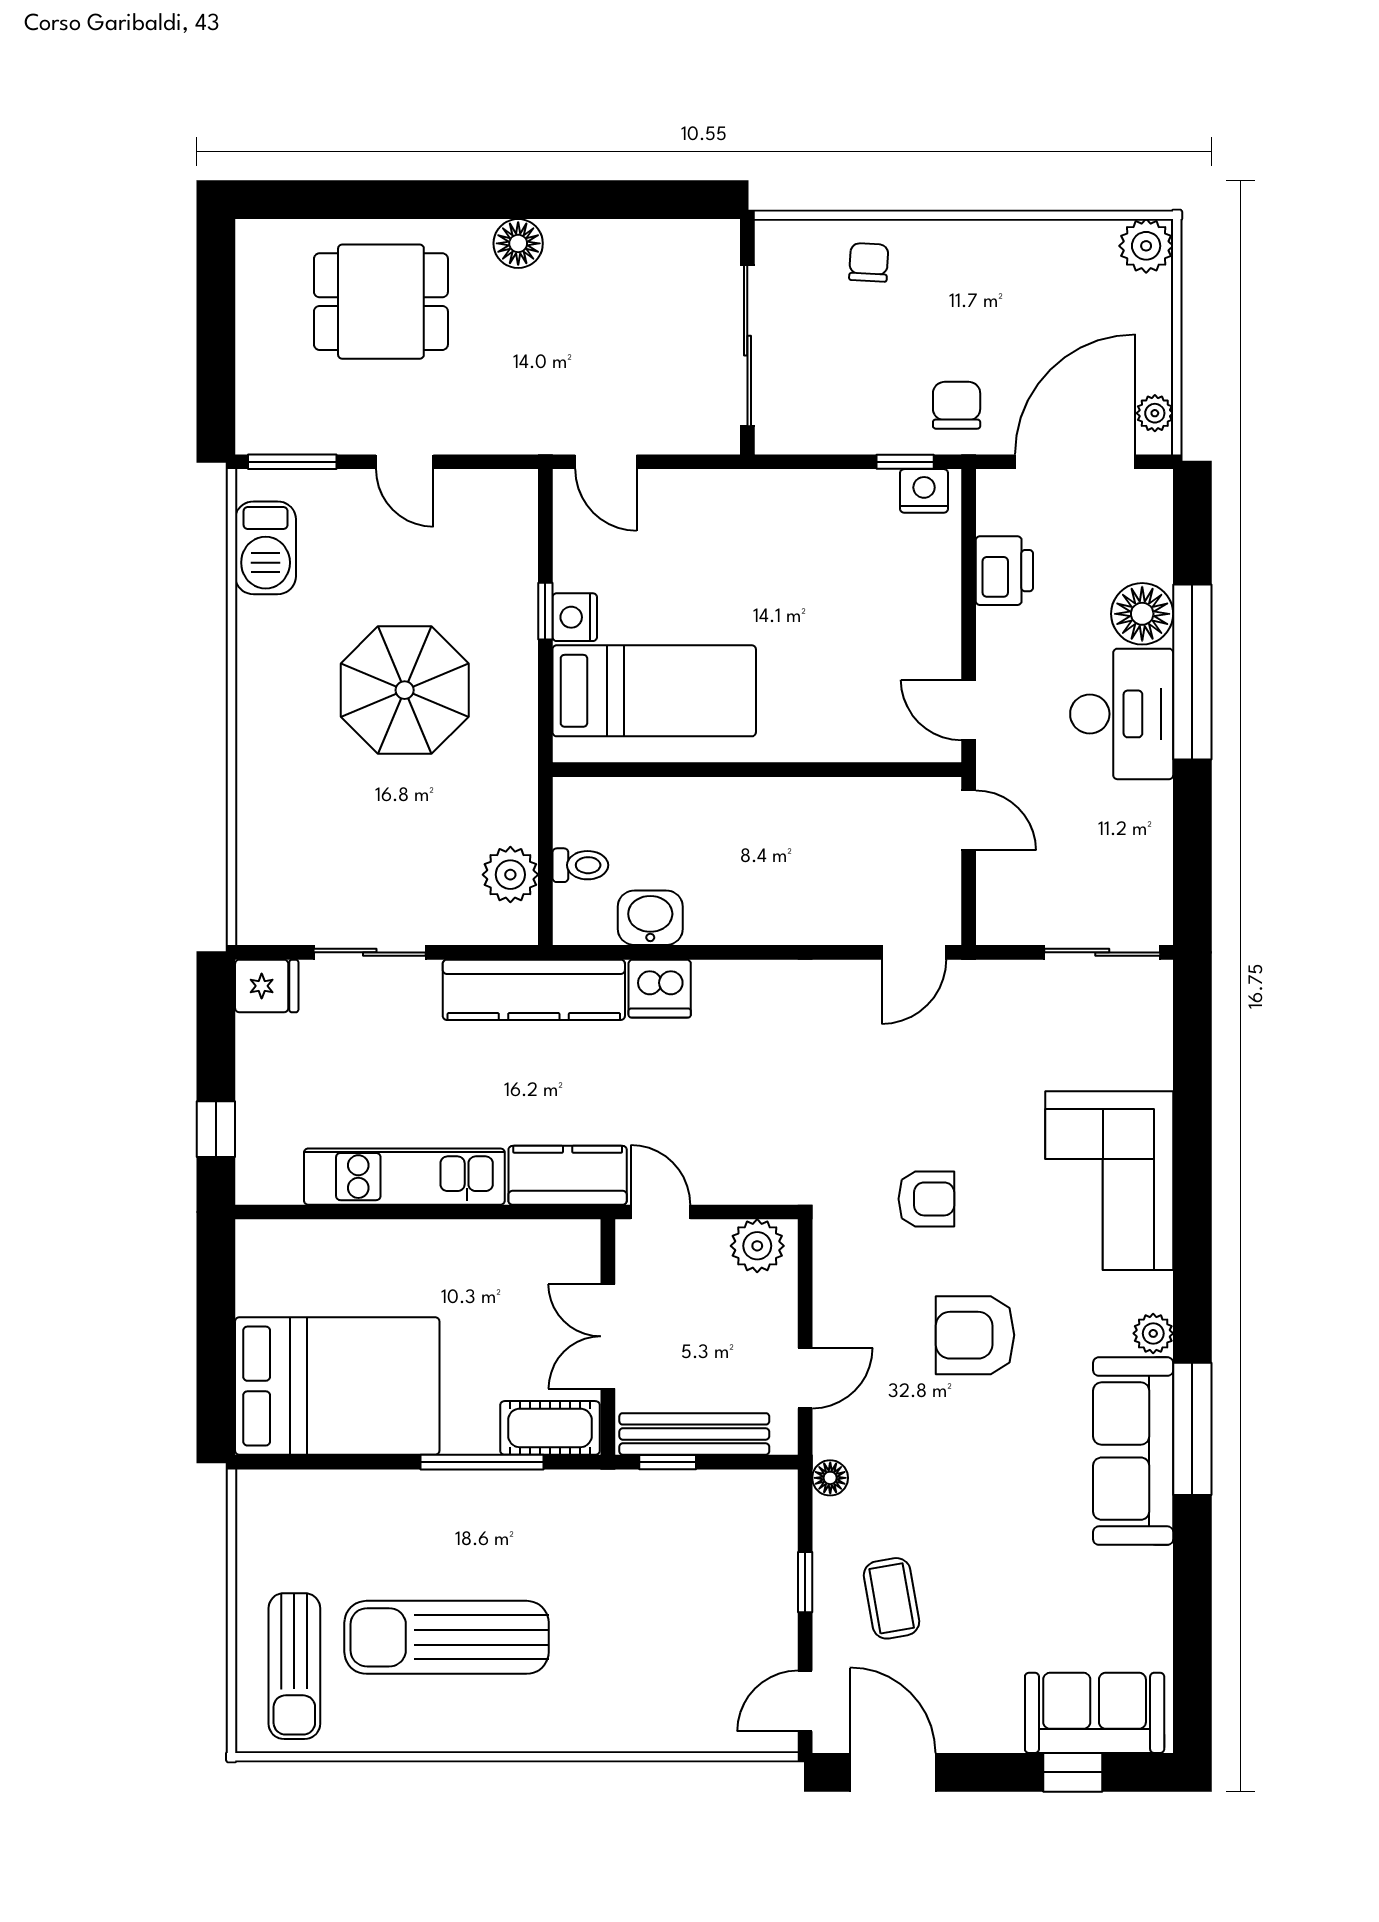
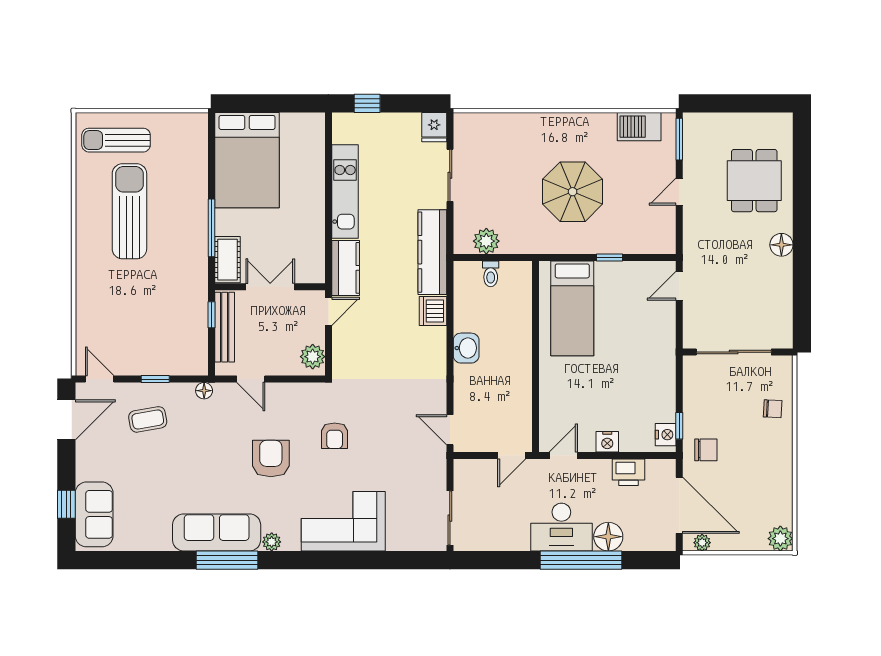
nightstand: (575, 617) -> (607, 442), moved, turned 180
washbasin: (650, 918) -> (466, 348), moved

